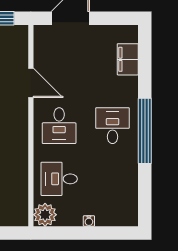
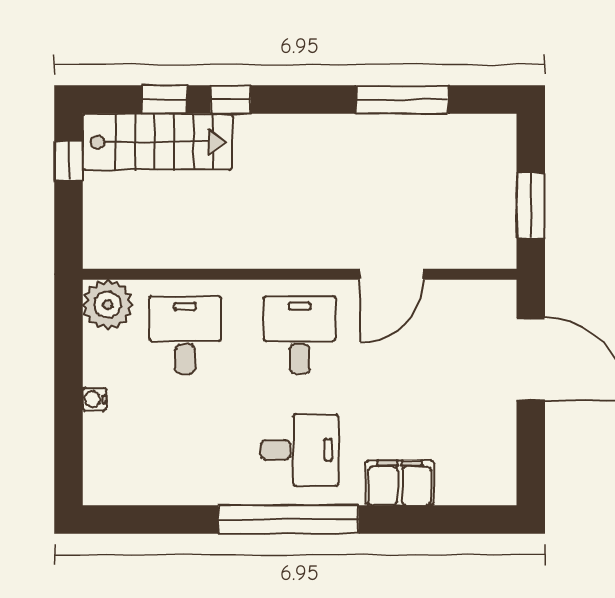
filing cabinet: (128, 59) -> (400, 483), moved
desk: (59, 126) -> (300, 335), turned 90

